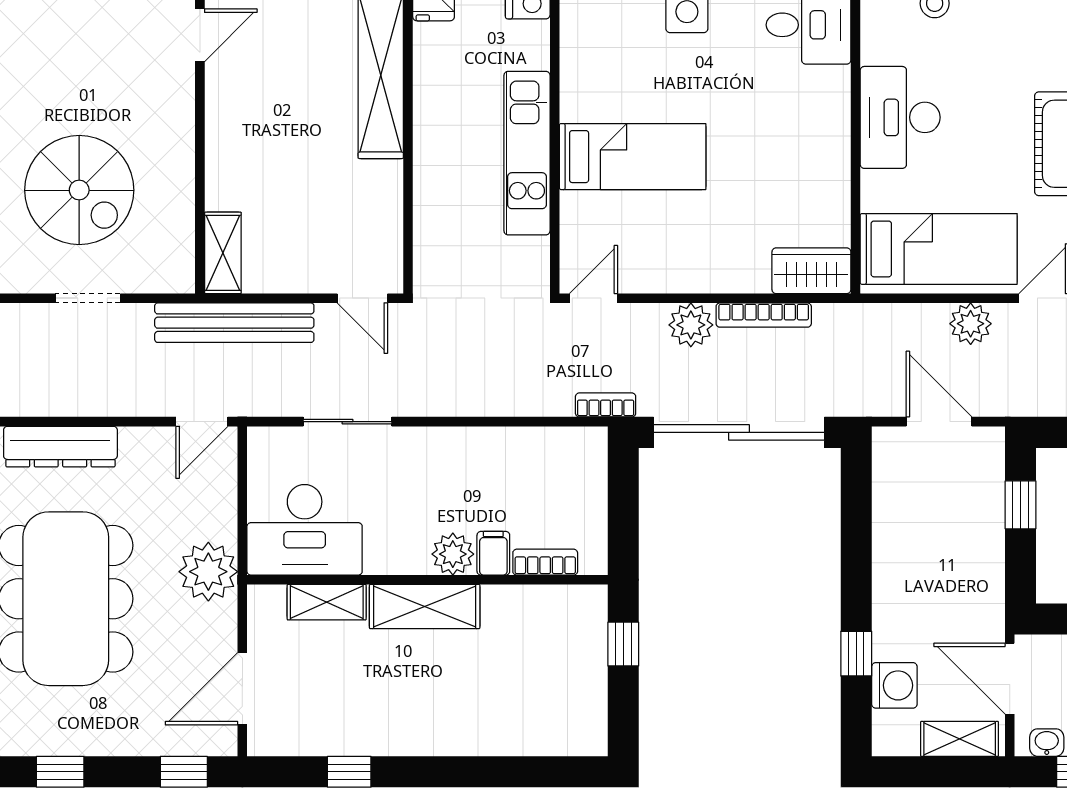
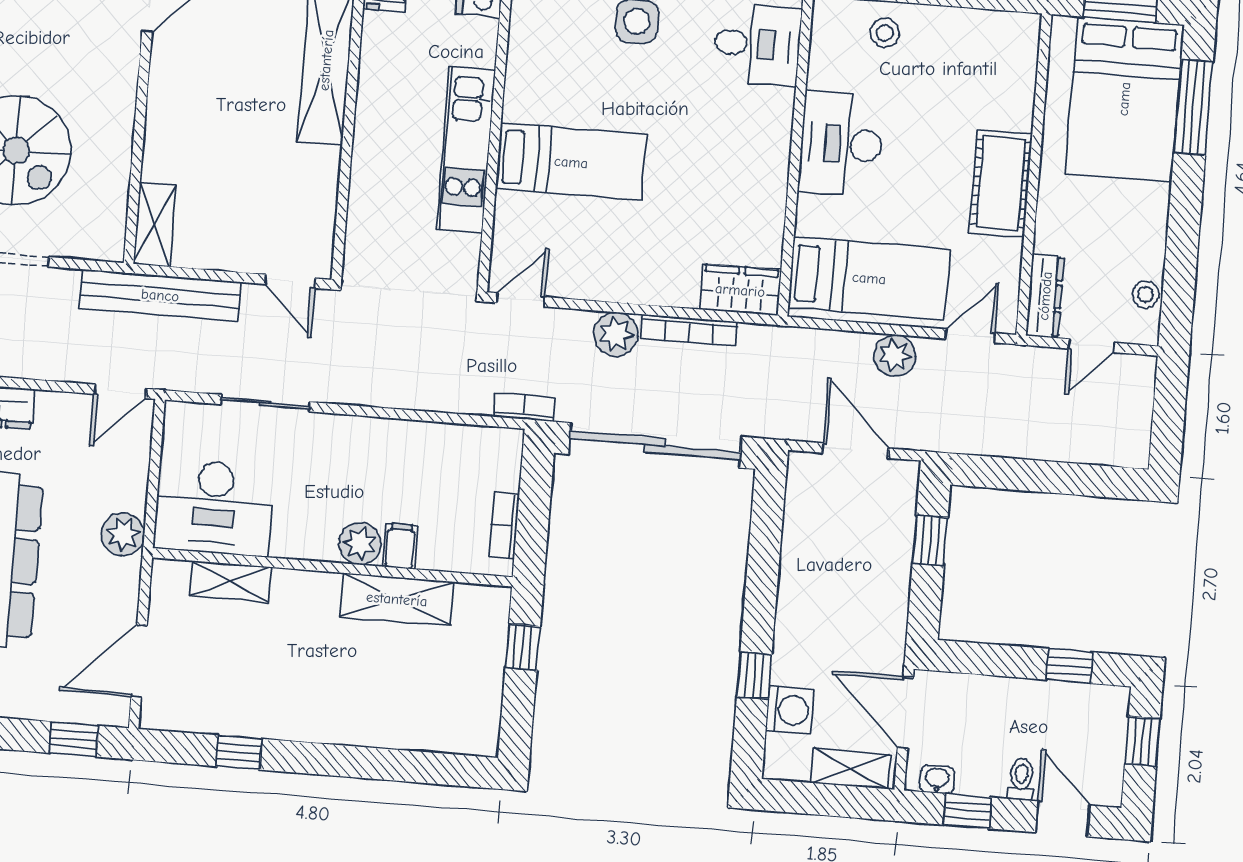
bookcase: (545, 562) -> (504, 526), moved, turned -90
plant: (208, 572) -> (123, 534), width x0.73, depth x0.73
shelving: (425, 607) -> (397, 599), moved

